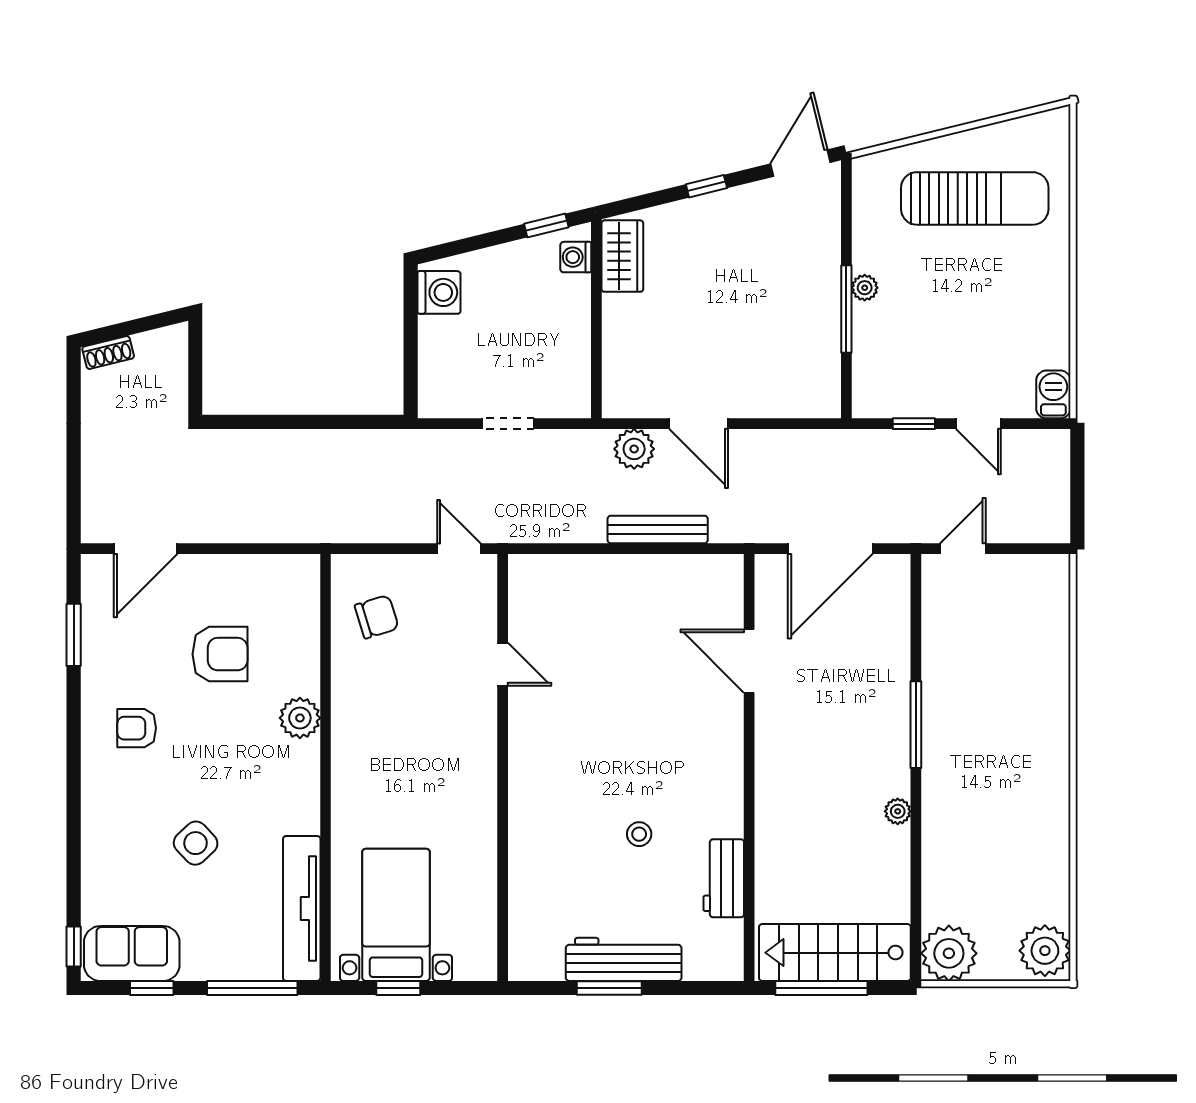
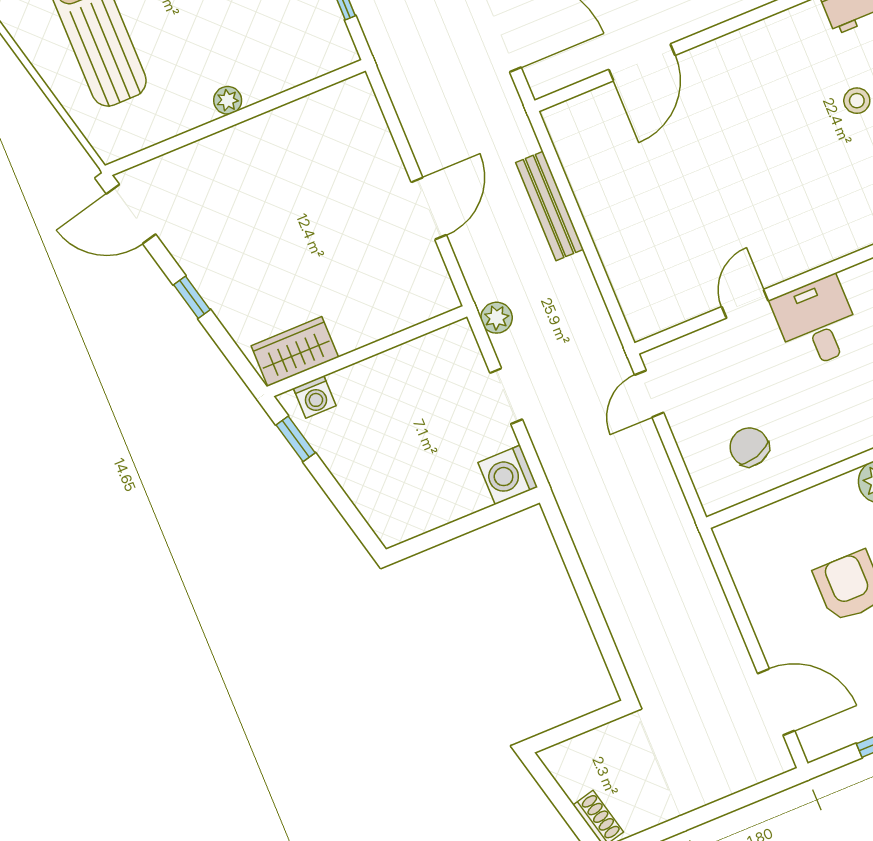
washing machine: (439, 292) -> (508, 475), moved, turned -90
window: (846, 309) -> (256, 110), removed
plant: (634, 449) -> (497, 318), moved, width x0.73, depth x0.73
desk: (461, 720) -> (817, 323), added

